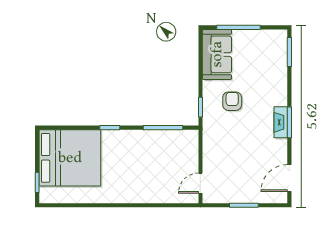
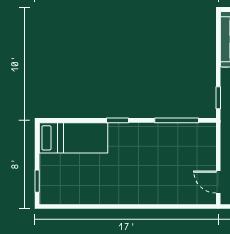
bed: (70, 158) -> (73, 138), width x0.49
door: (200, 183) -> (218, 182), hinge flipped

